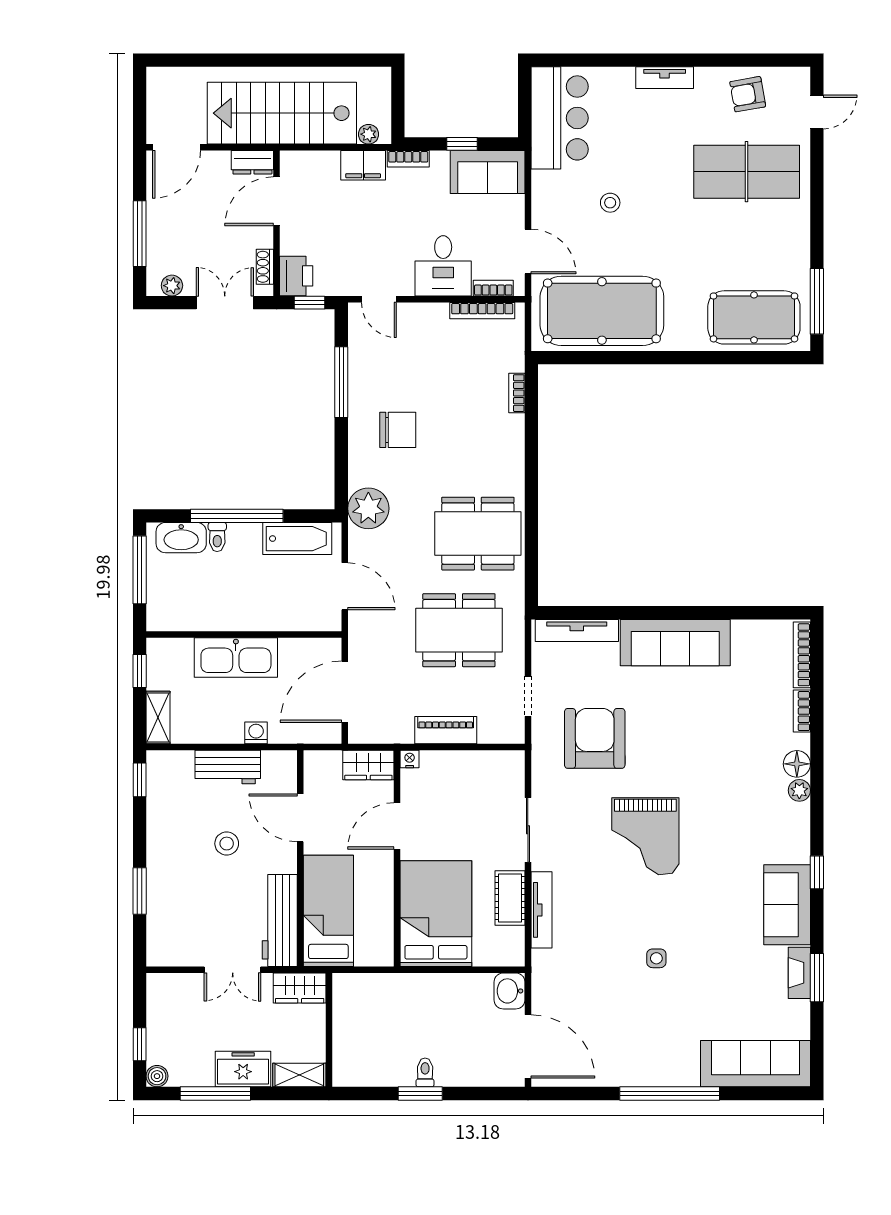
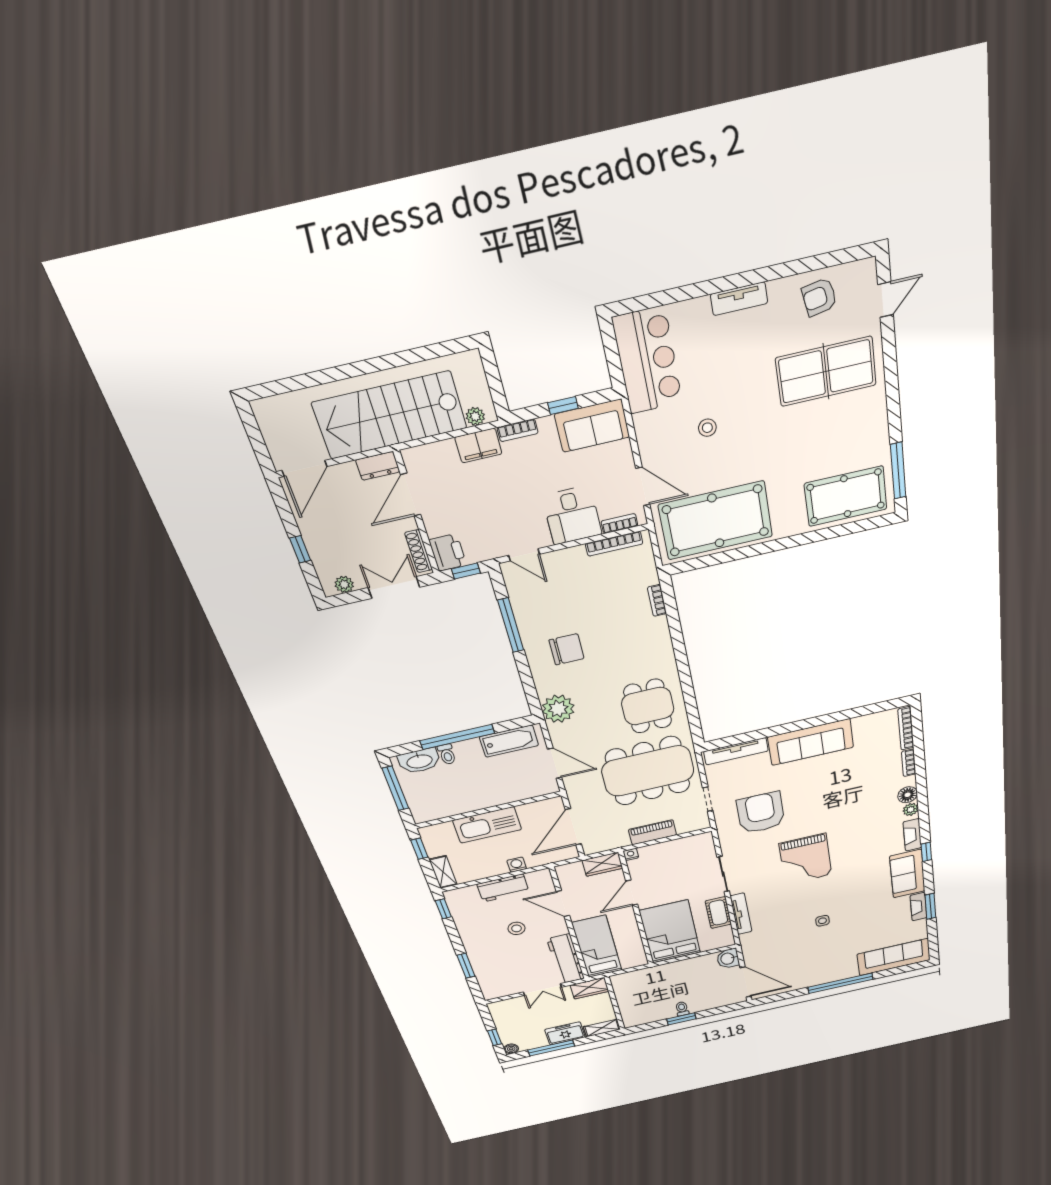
window: (140, 234) -> (300, 549), width x0.46
shoe rack: (265, 267) -> (418, 551), width x1.43
dining table: (478, 534) -> (648, 706), width x0.73
dining table: (459, 630) -> (648, 771), width x1.36, depth x1.24
fireplace: (799, 836) -> (912, 835), added

